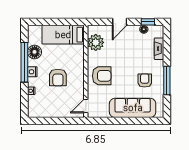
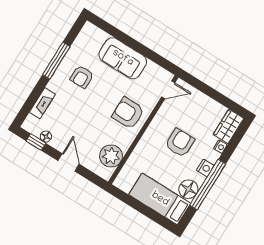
door: (120, 22) -> (69, 162), hinge flipped
bed: (63, 35) -> (160, 199), moved, turned 180
wardrobe: (34, 107) -> (228, 126), added
sofa: (133, 108) -> (123, 58), width x0.73

